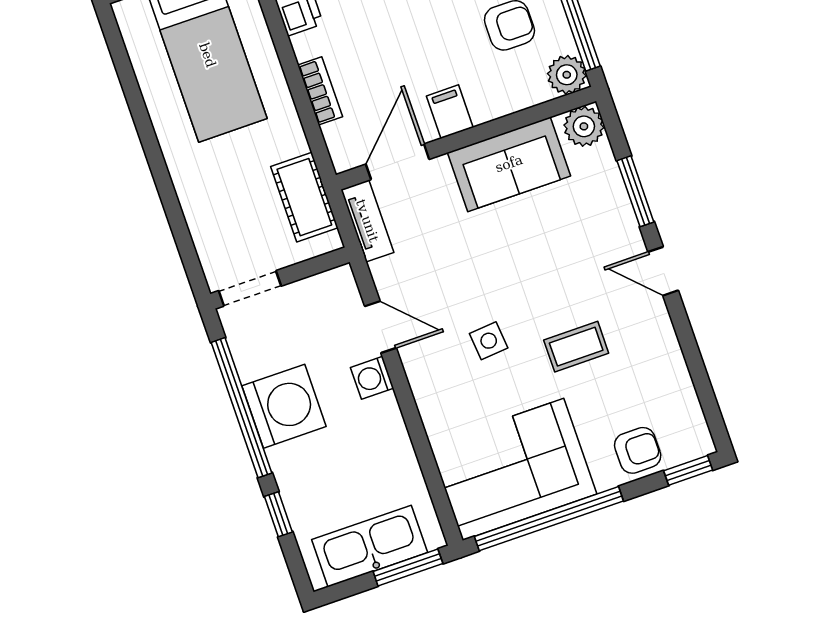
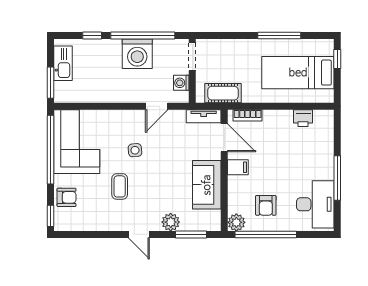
bookcase: (320, 91) -> (248, 115), moved
window: (142, 121) -> (279, 35), added
plant: (584, 126) -> (171, 222), moved
window: (635, 191) -> (191, 234), moved
door: (663, 271) -> (139, 234), swing flipped
washing machine: (372, 378) -> (181, 83), moved, turned -90
armchair: (638, 450) -> (67, 197), turned -90
kitchen sink: (370, 546) -> (63, 63), width x0.73, depth x0.81

